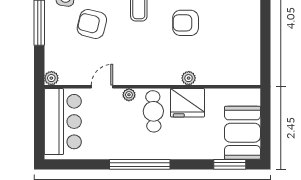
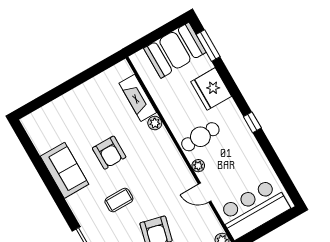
fireplace: (219, 76) -> (138, 98), added
fridge: (188, 103) -> (211, 89), moved, turned 180
window: (140, 164) -> (252, 122), width x0.32

